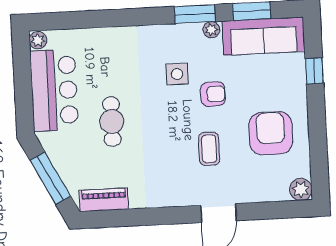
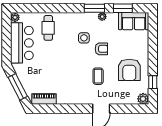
sofa: (263, 36) -> (134, 21), width x0.73
window: (314, 71) -> (153, 82), moved
cafe table: (112, 122) -> (48, 28), moved
armchair: (271, 133) -> (129, 70), turned 180

